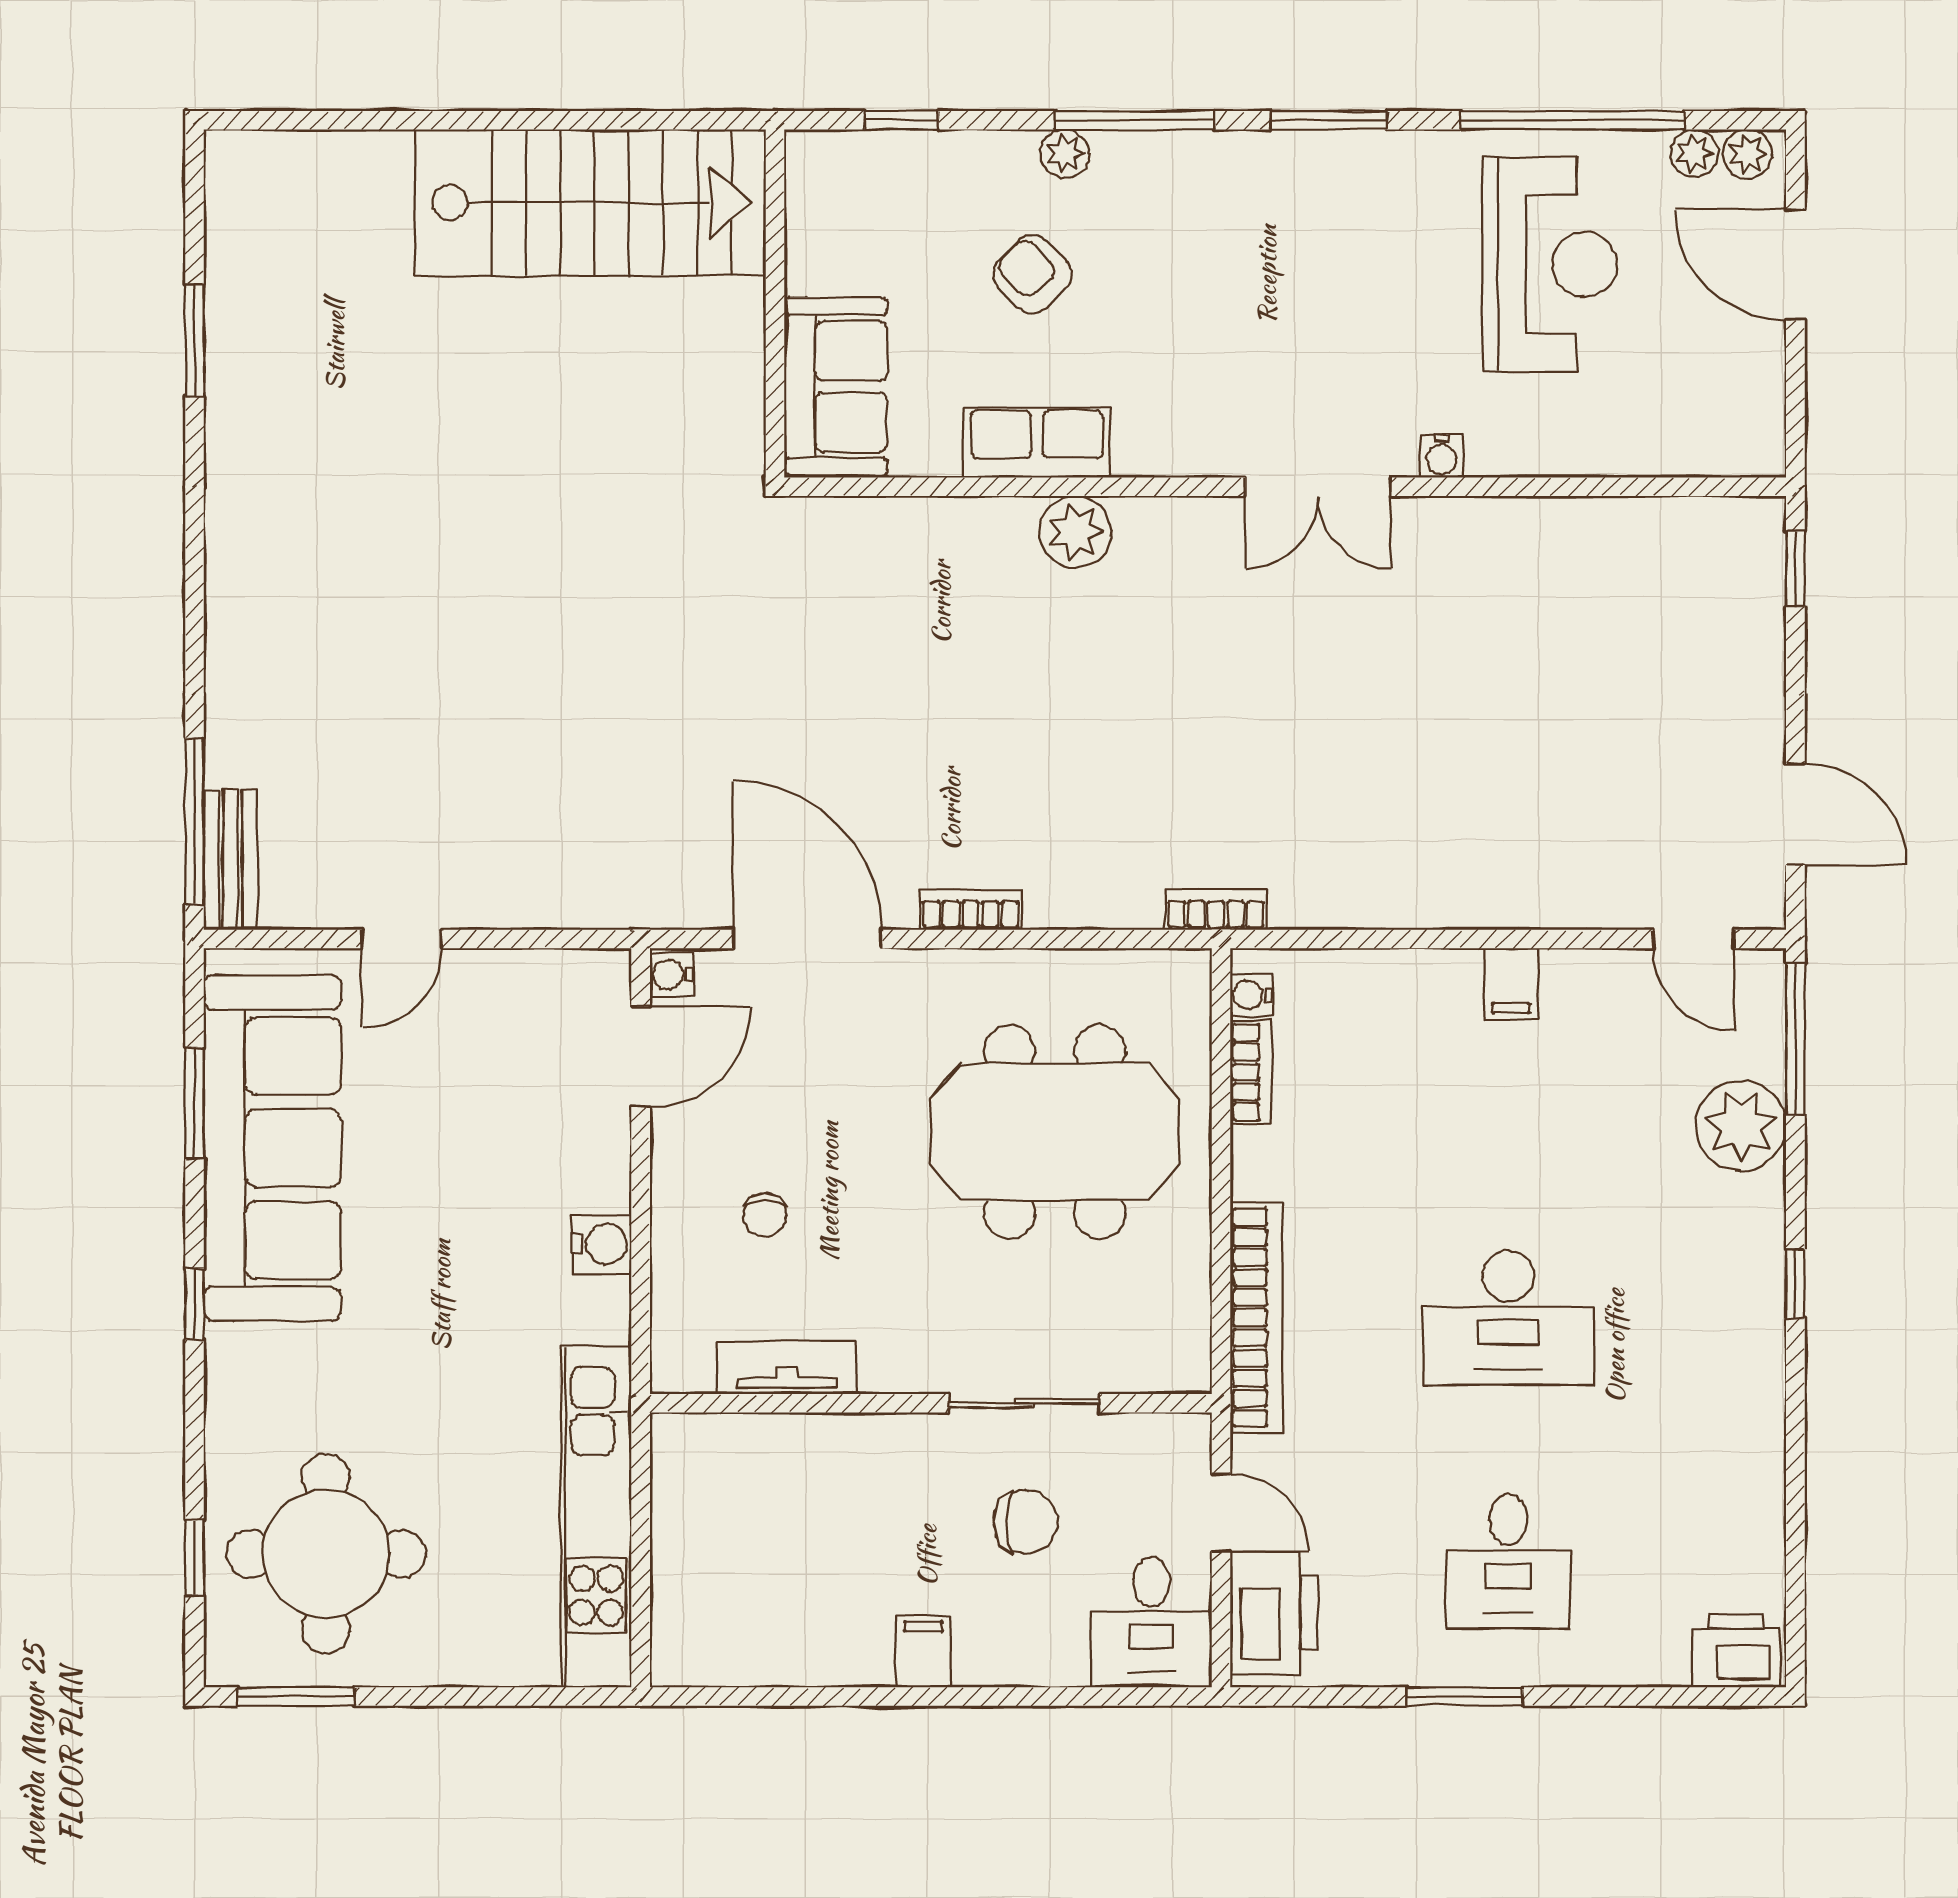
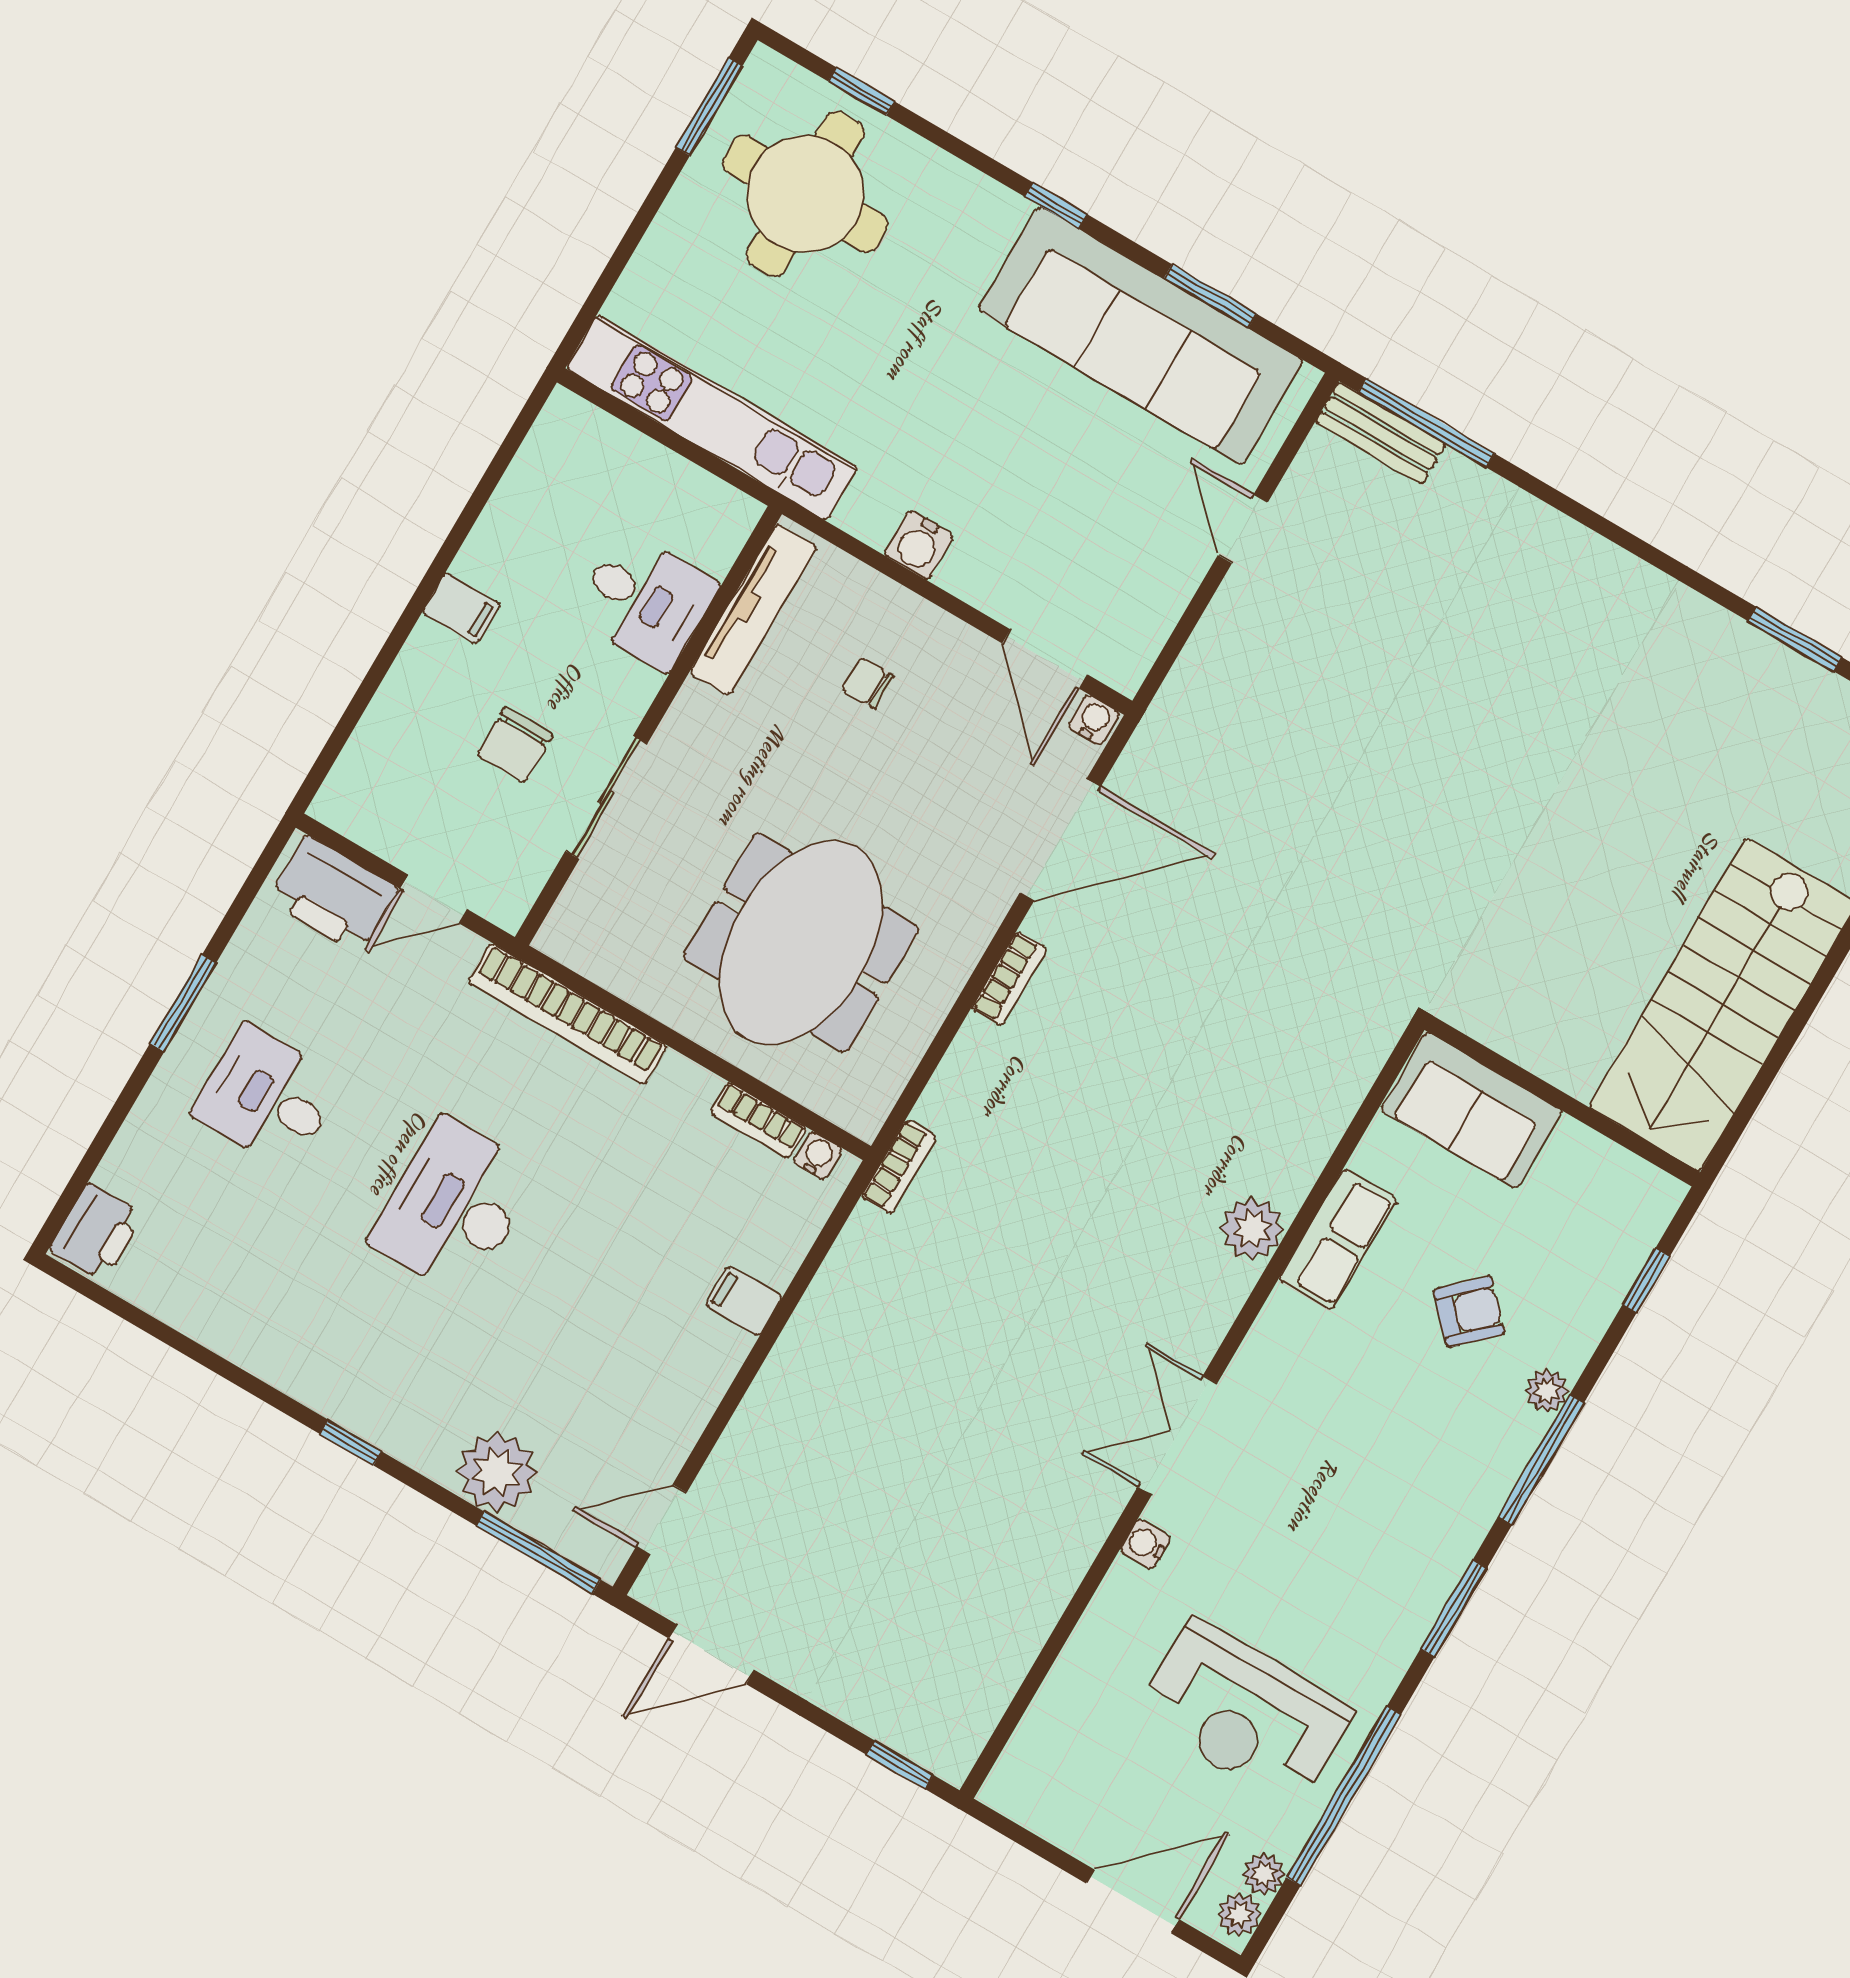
filing cabinet: (1511, 984) -> (744, 1301), moved
tv unit: (787, 1368) -> (753, 610), width x1.41
desk: (1151, 1622) -> (645, 601), moved, turned 180

